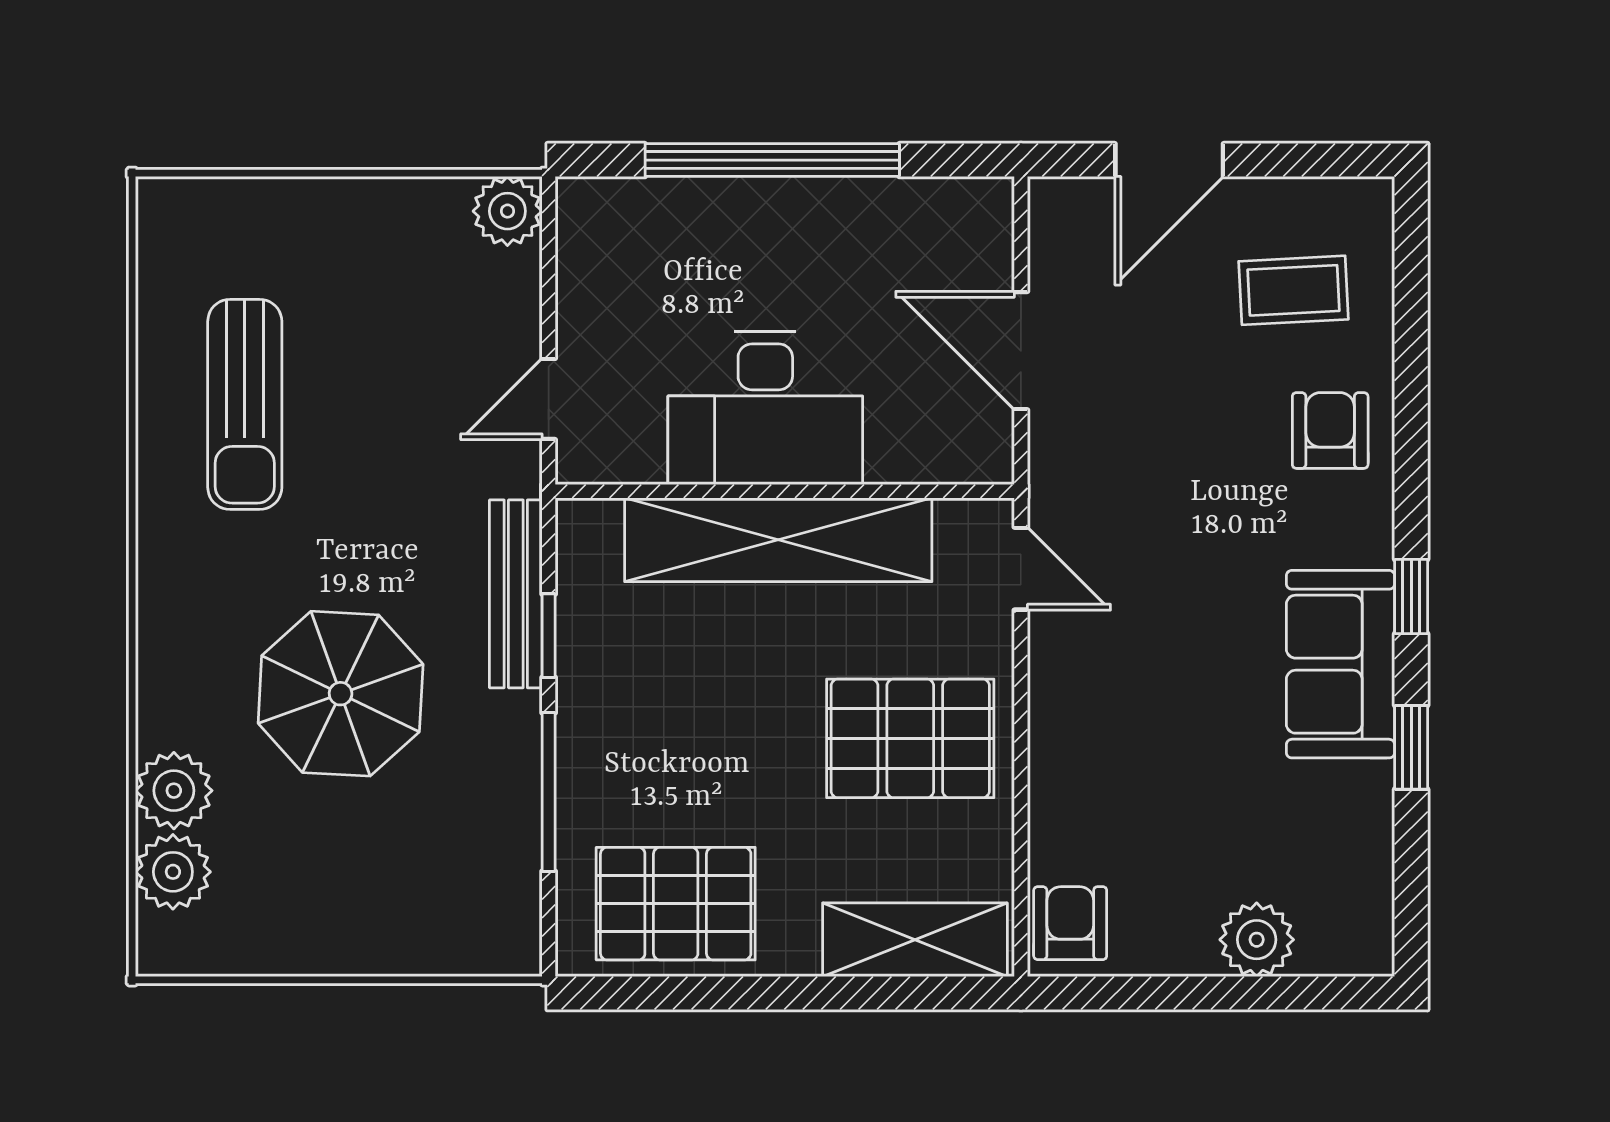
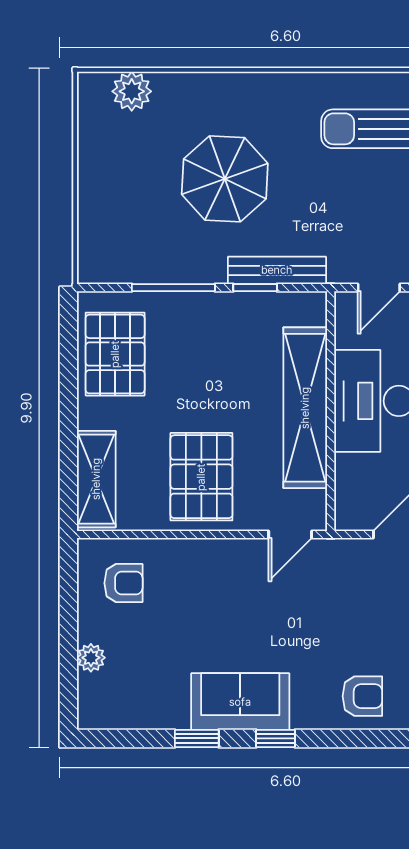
door: (549, 399) -> (379, 288), swing flipped
plant: (174, 791) -> (174, 92), removed
armchair: (1070, 923) -> (123, 583), moved
plant: (1257, 940) -> (91, 658), width x0.73, depth x0.73

